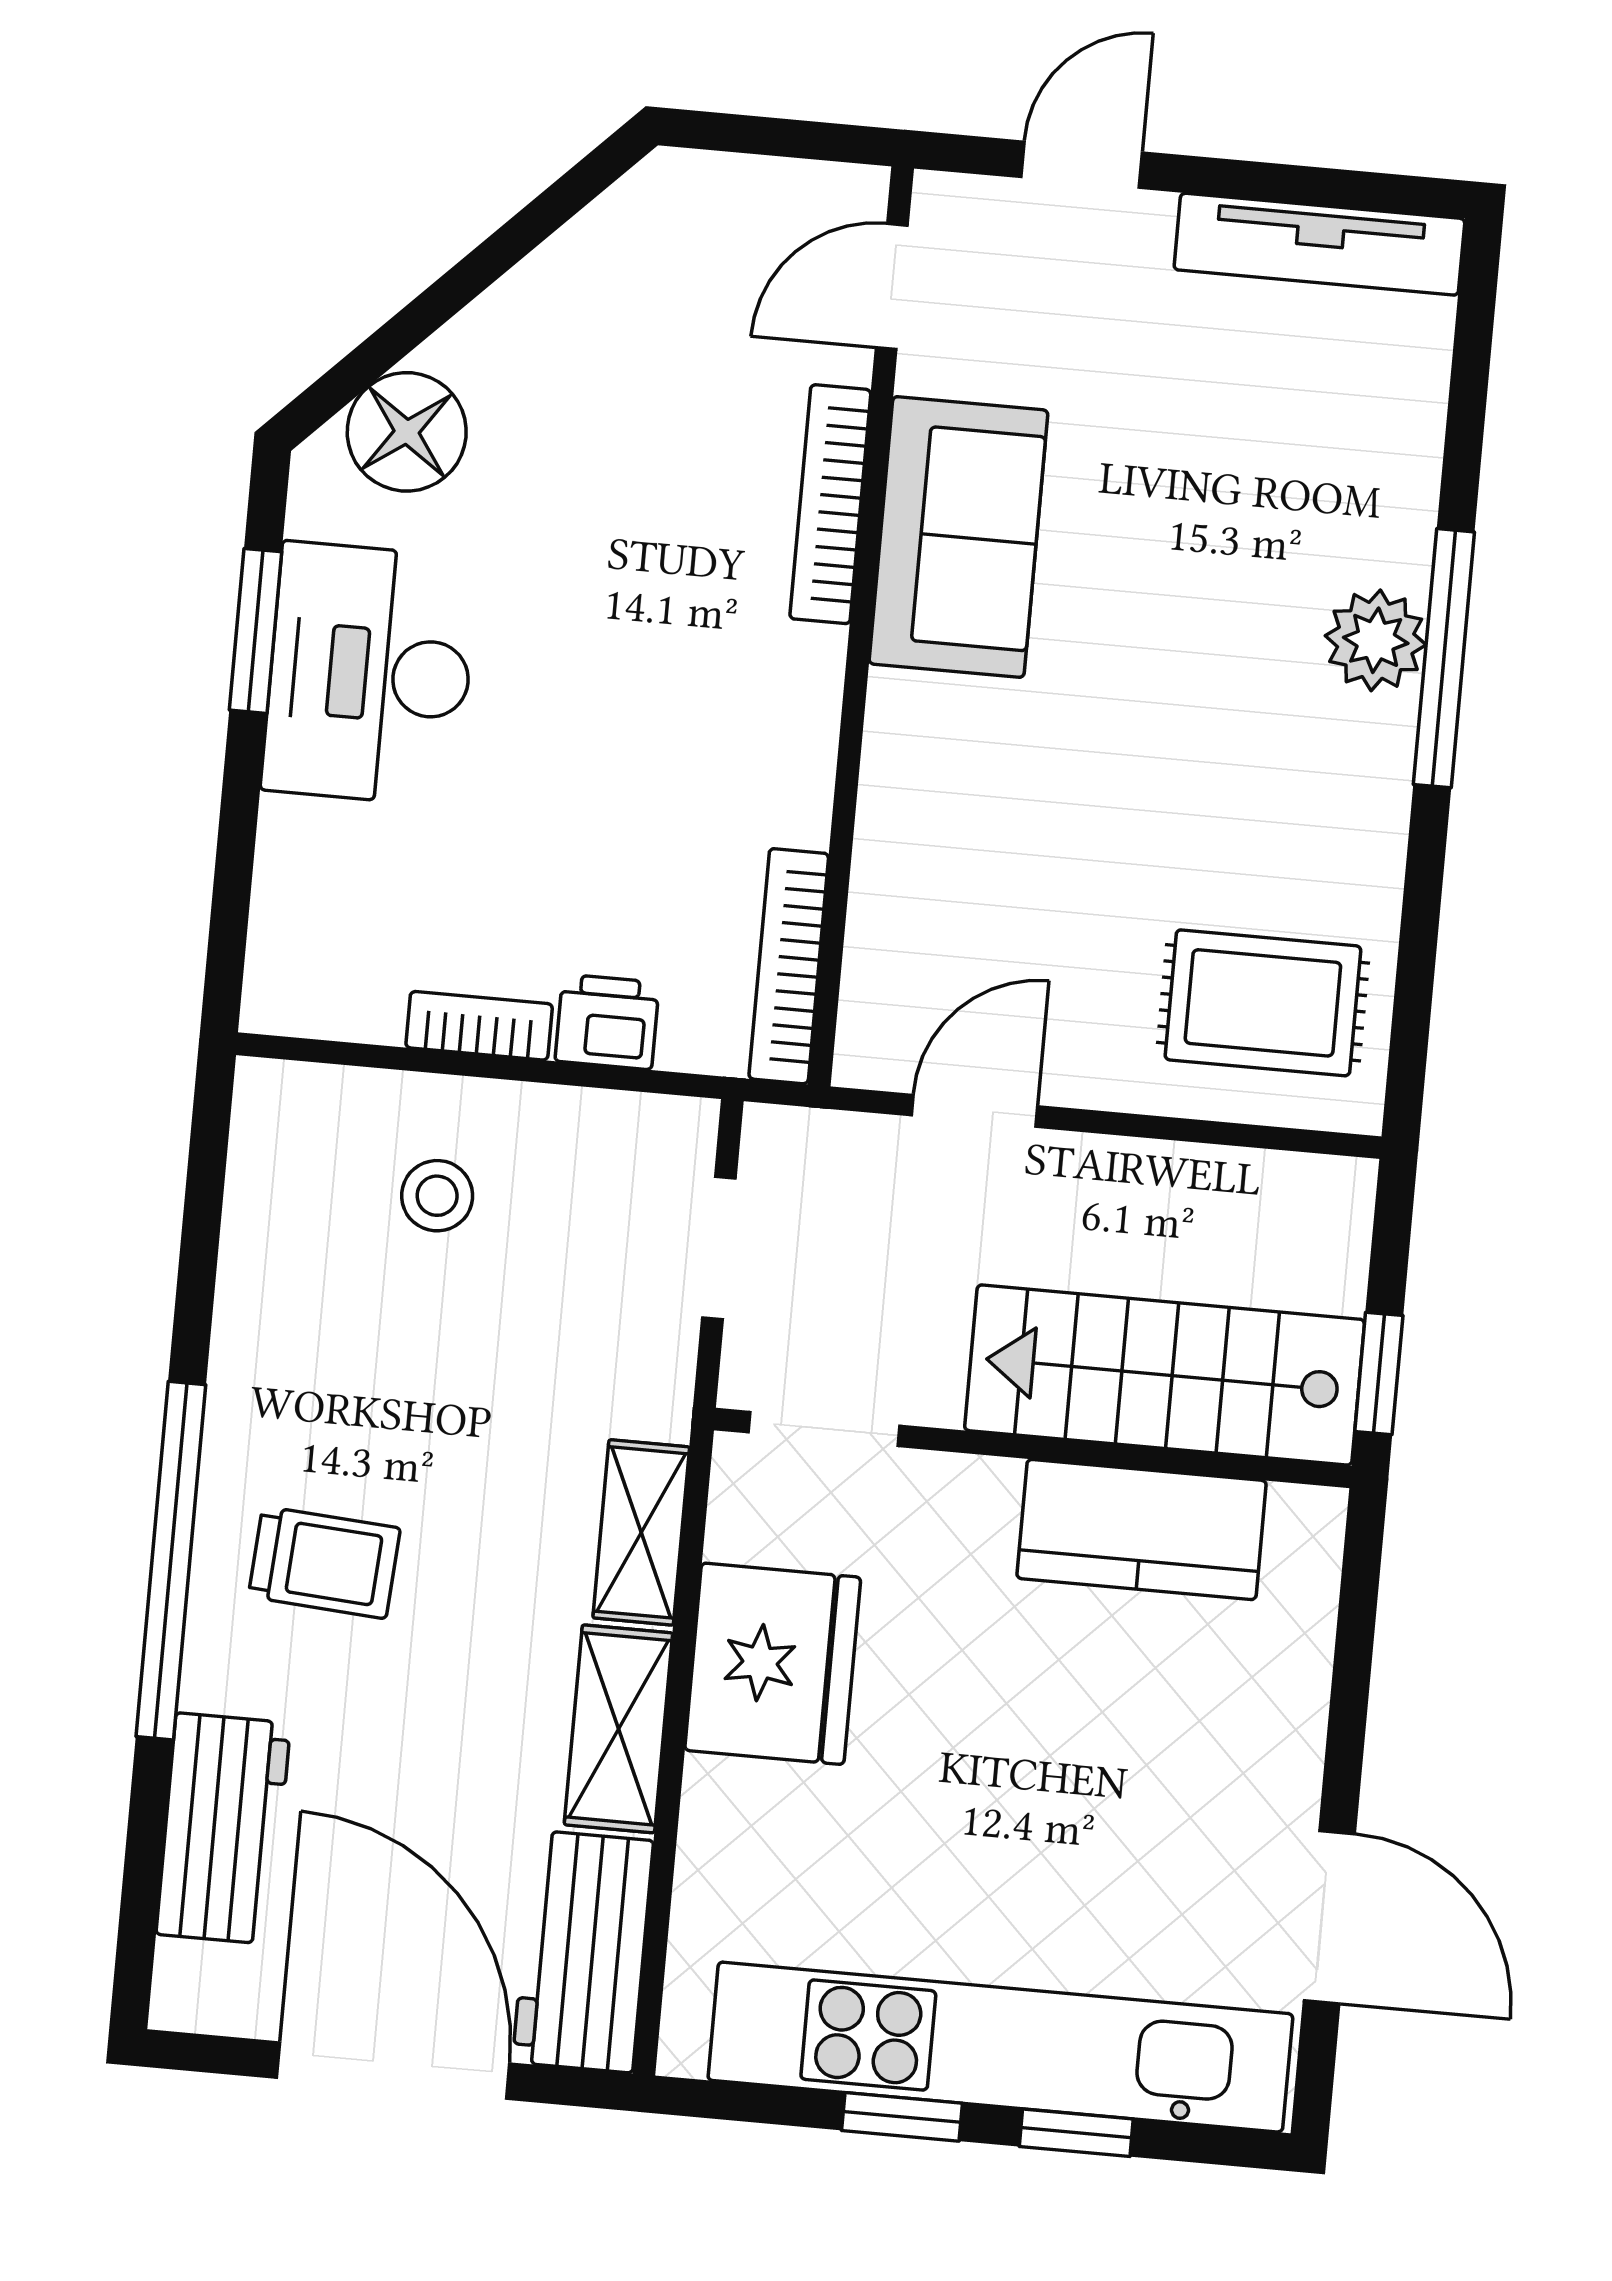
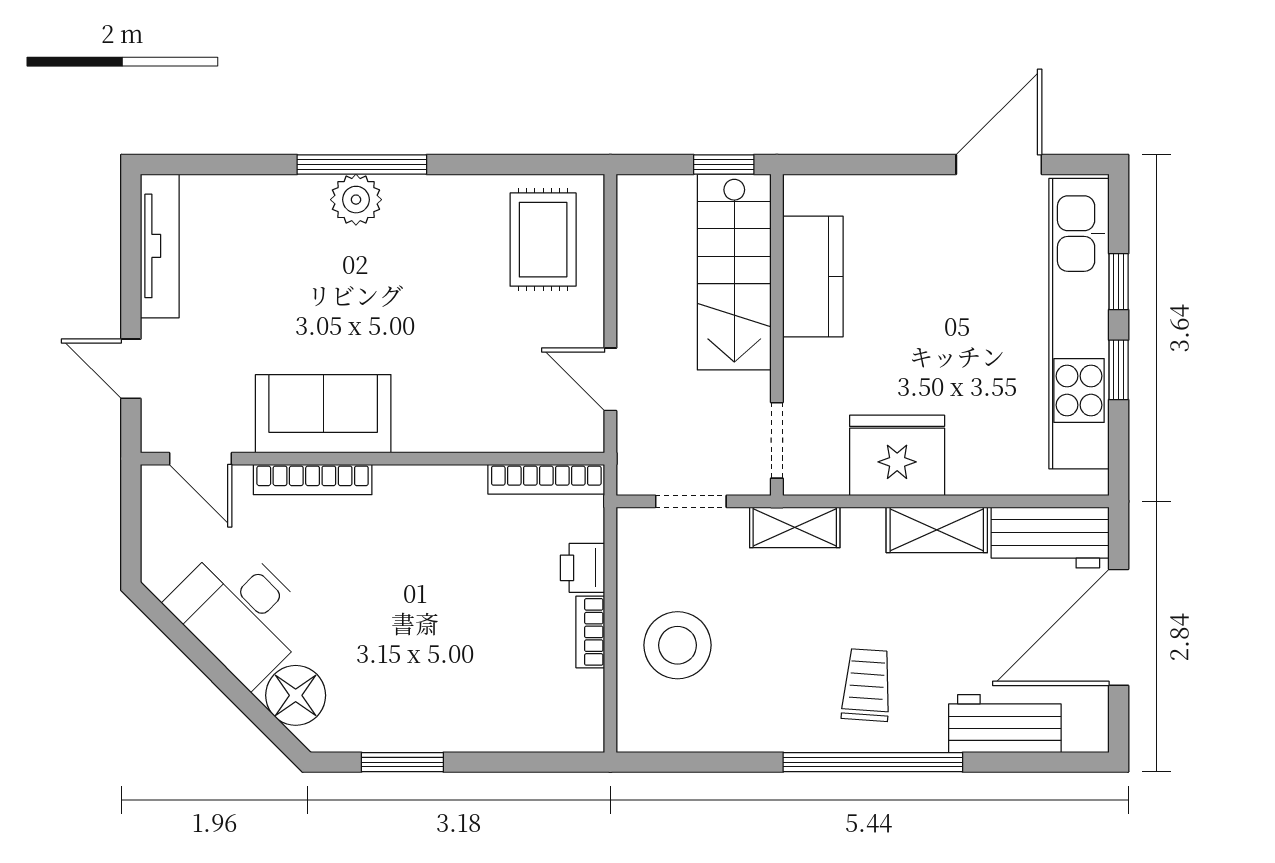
desk: (370, 674) -> (241, 613), moved, turned 45
stool: (437, 1196) -> (678, 645), width x1.89, depth x1.89
shelving: (641, 1532) -> (795, 527), moved

